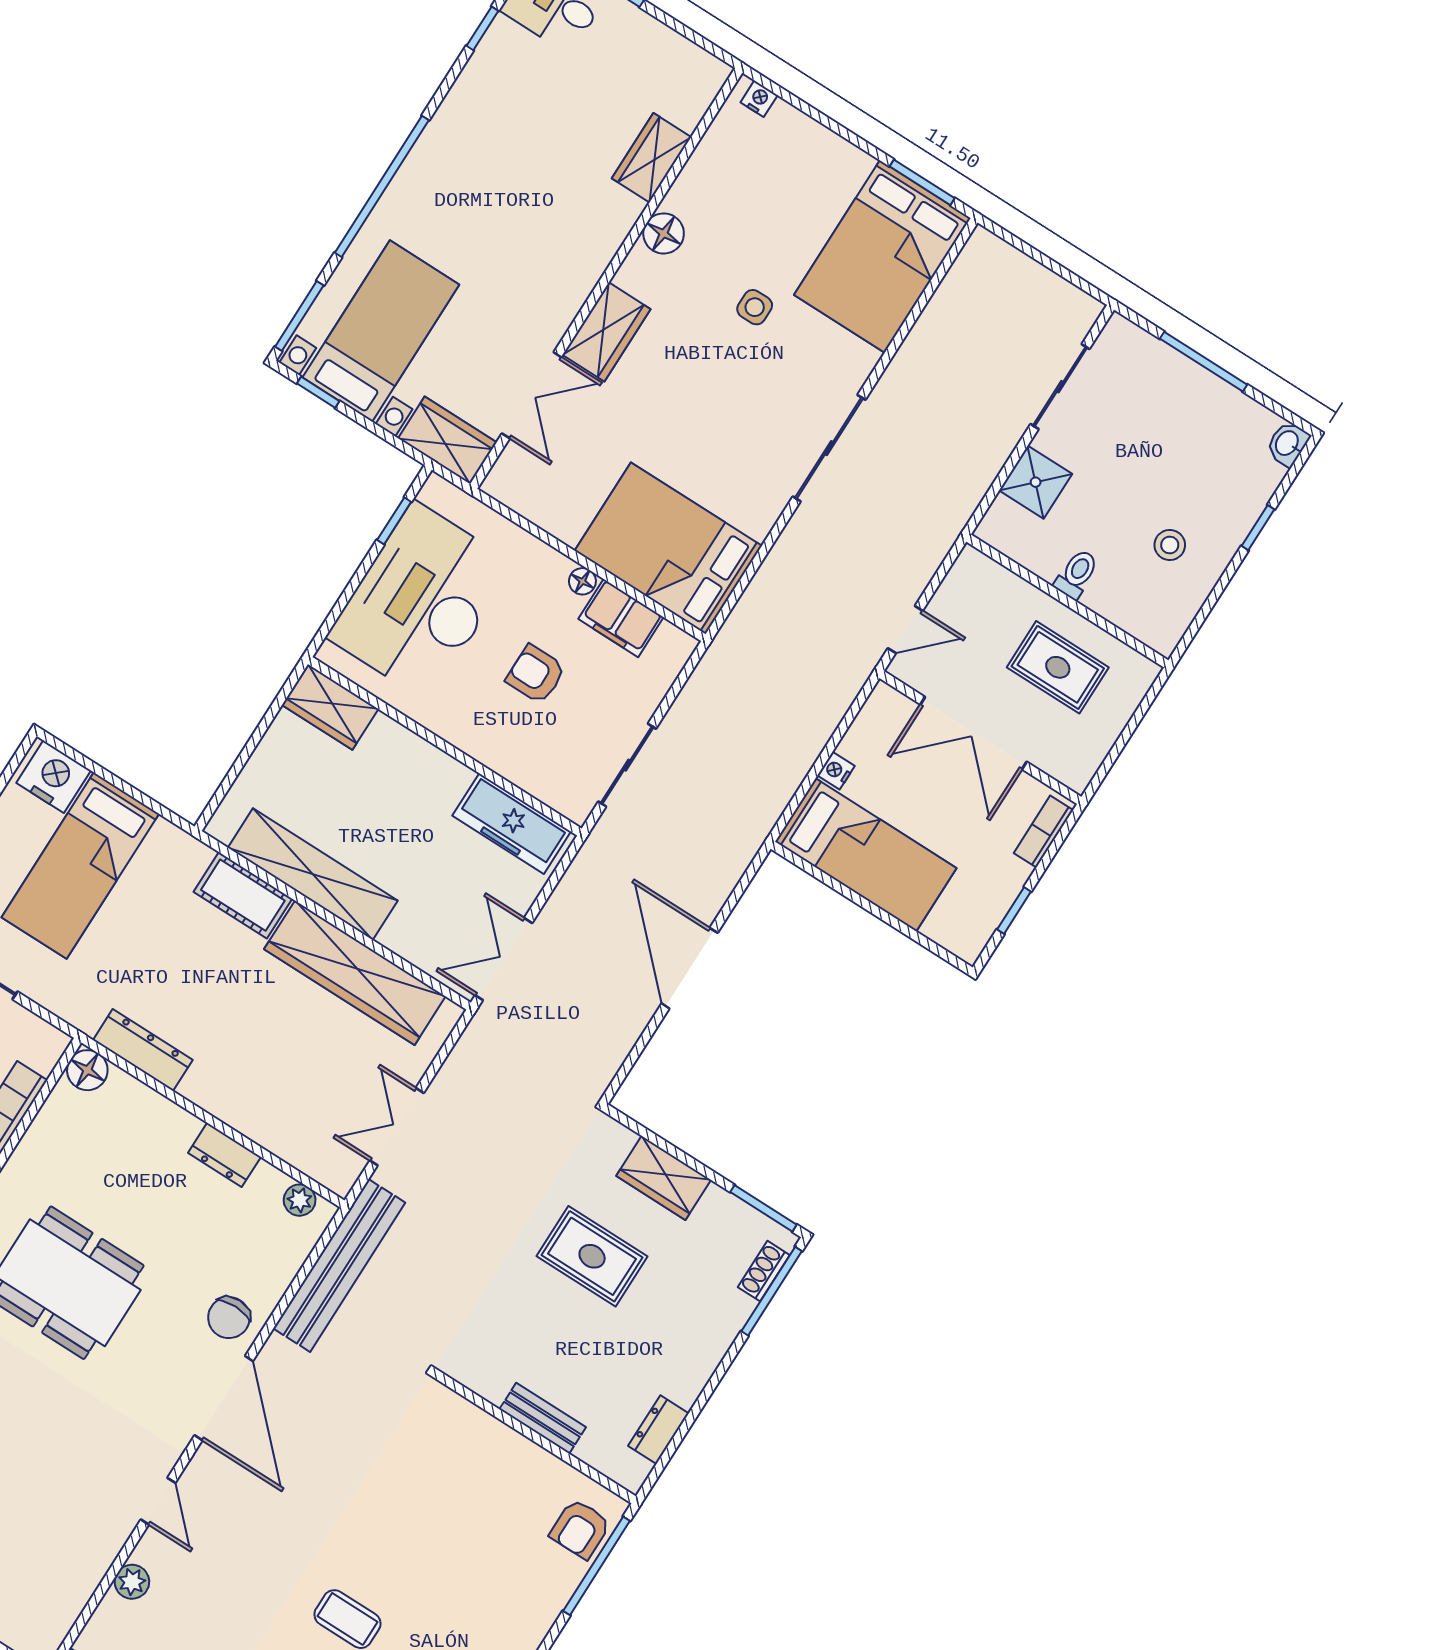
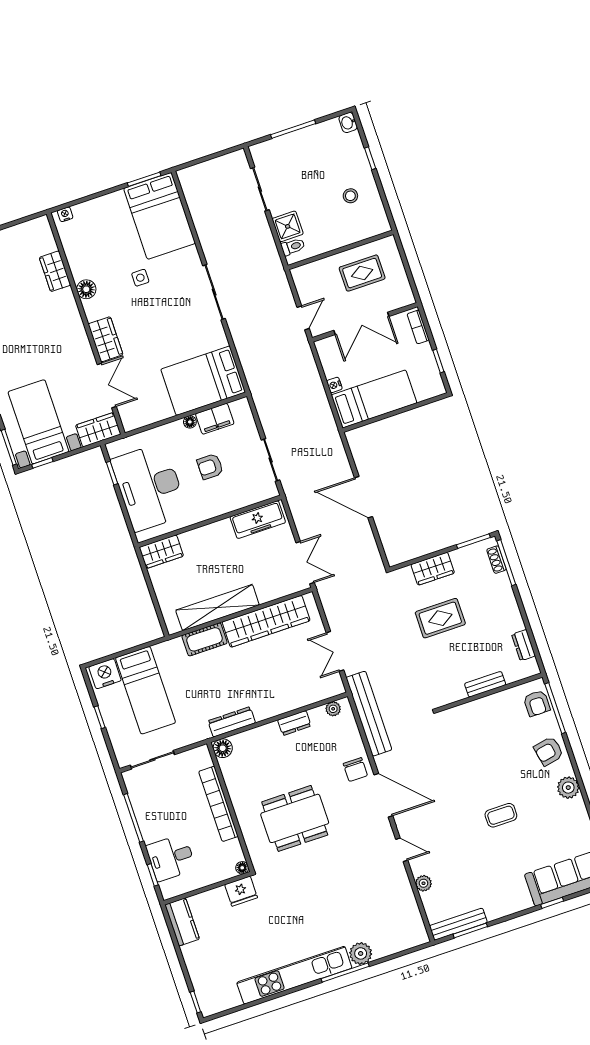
toilet: (1077, 574) -> (293, 247), moved, turned 90
double door: (504, 959) -> (305, 563), swing flipped
armchair: (517, 1612) -> (549, 751), added

